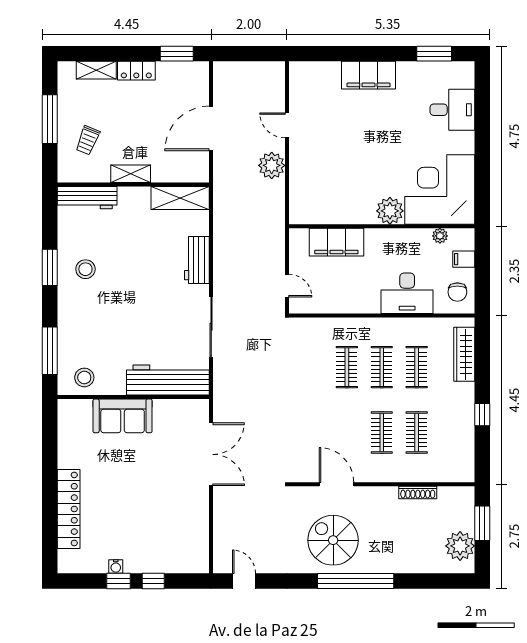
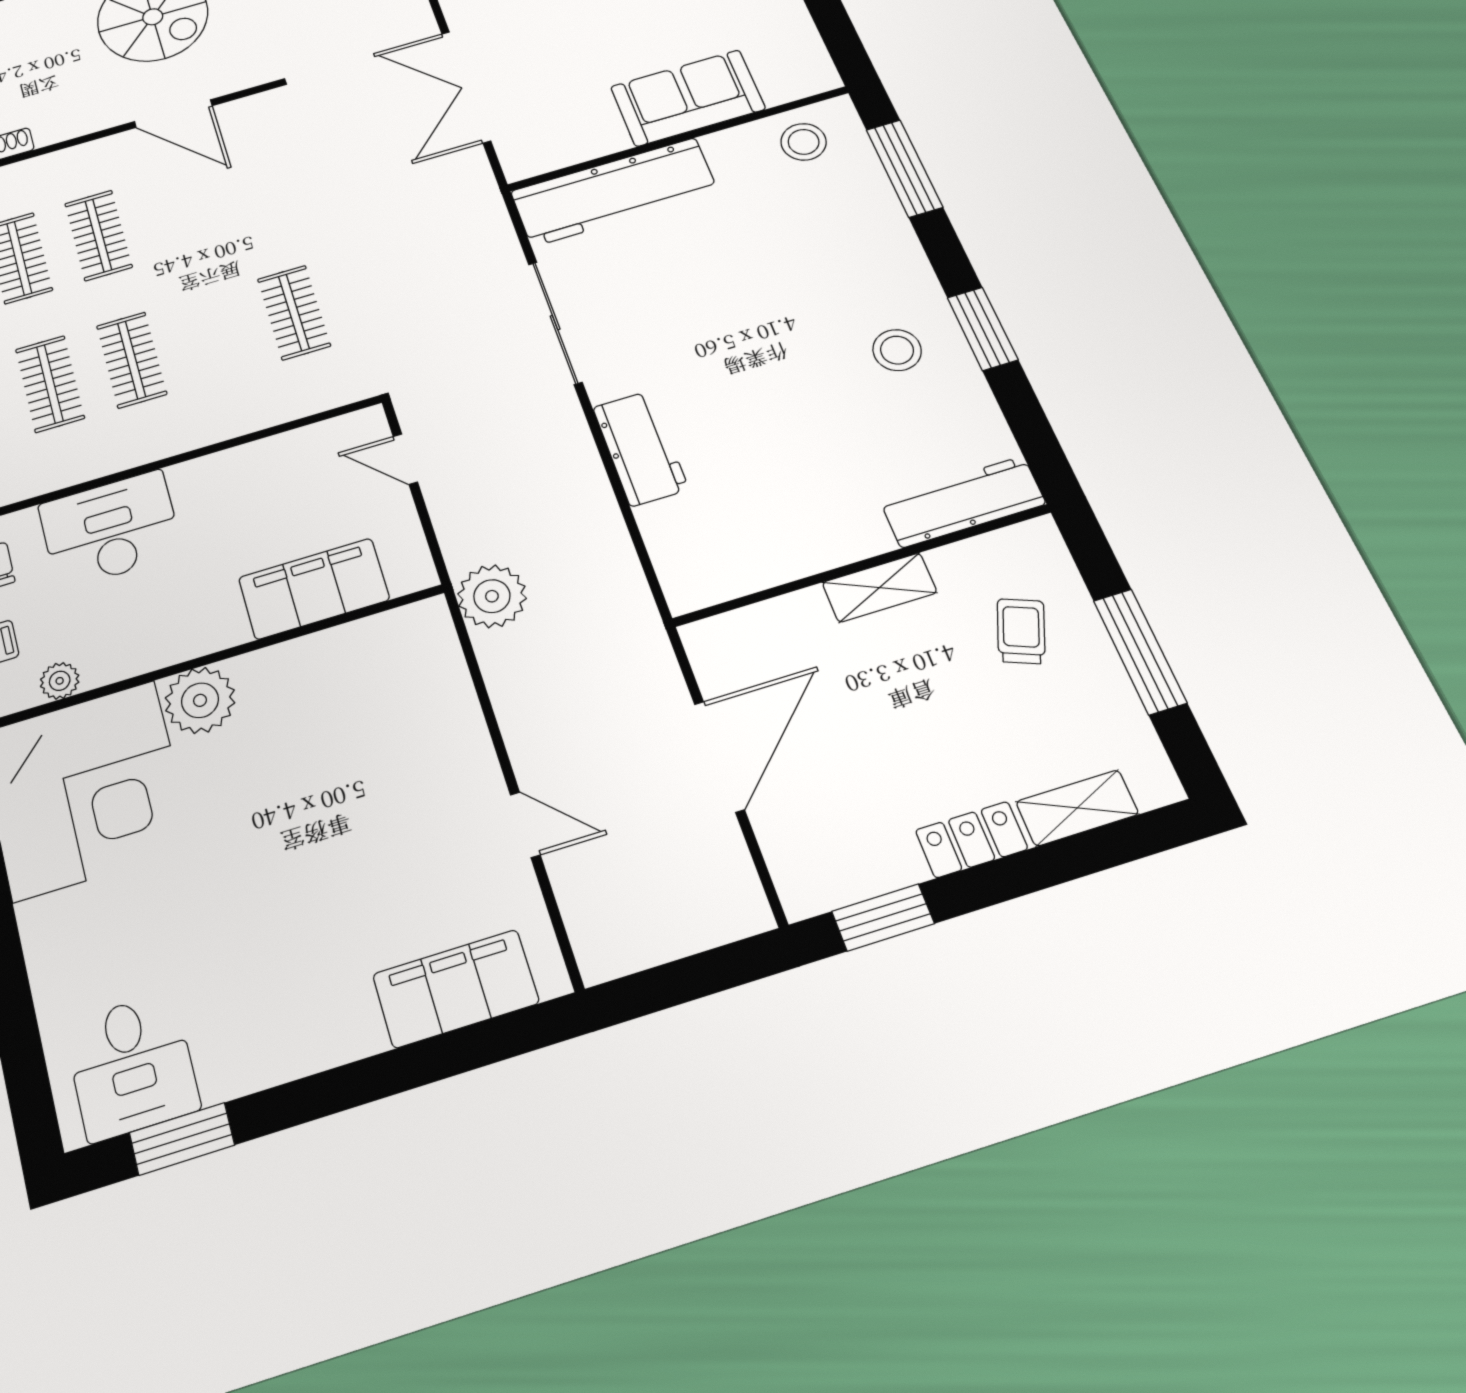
filing cabinet: (368, 75) -> (456, 989), moved
desk: (452, 110) -> (132, 1066), moved, turned -90
plant: (272, 165) -> (492, 596), moved
shelving: (180, 198) -> (734, 570), removed
clothes rail: (347, 367) -> (294, 312), moved

